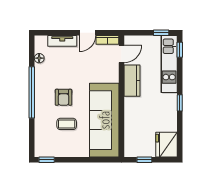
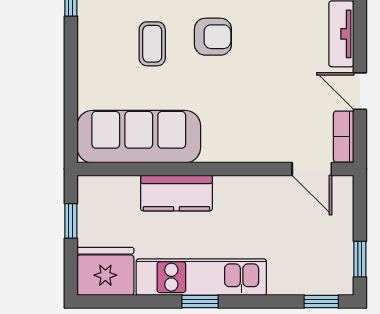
kitchen unit: (169, 64) -> (201, 277), moved
kitchen counter: (132, 81) -> (176, 193), moved
armchair: (64, 97) -> (213, 37), turned 180
sofa: (104, 120) -> (139, 137), width x0.74, depth x0.79

